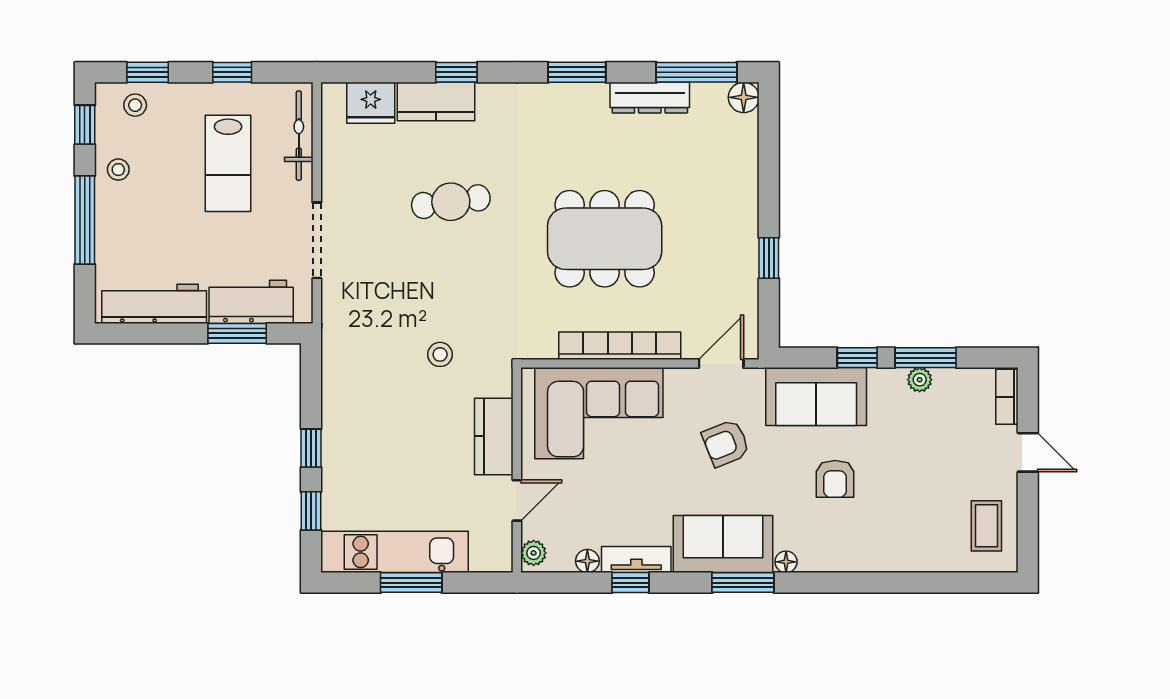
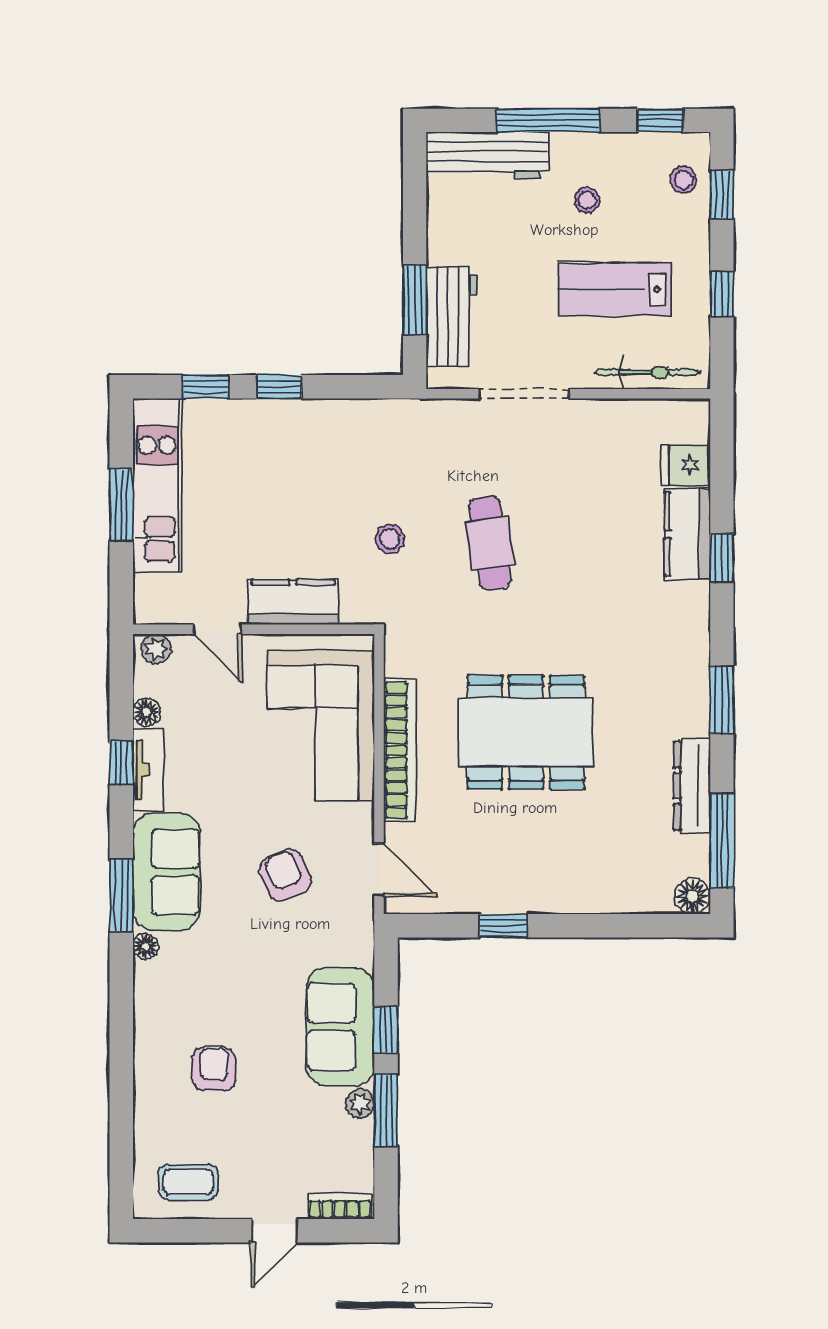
fridge: (371, 103) -> (686, 465), width x0.72
stool: (118, 170) -> (587, 200), moved
cafe table: (451, 202) -> (490, 543), moved
dining table: (605, 239) -> (526, 732), turned 90
workbench: (154, 304) -> (488, 155), moved, turned 90
sofa: (816, 397) -> (340, 1027), moved
armchair: (835, 479) -> (214, 1069), moved, turned 90

